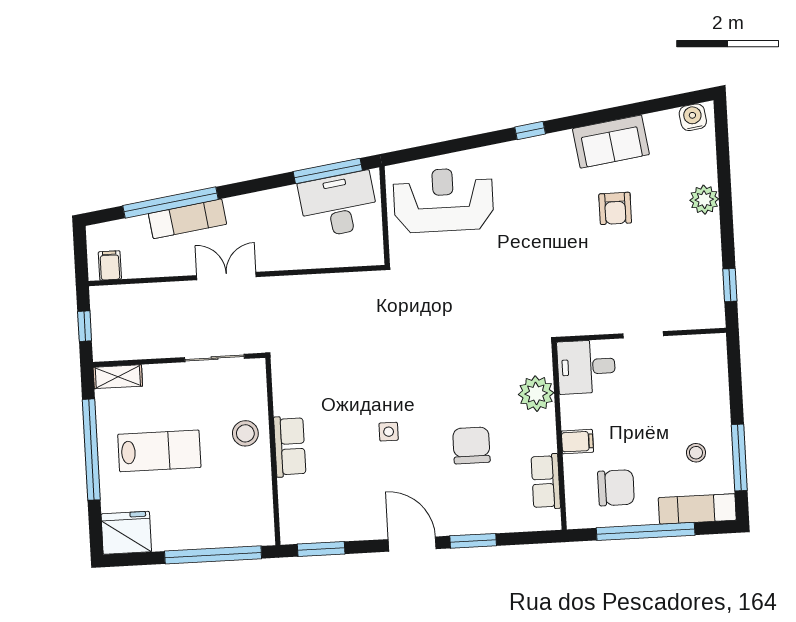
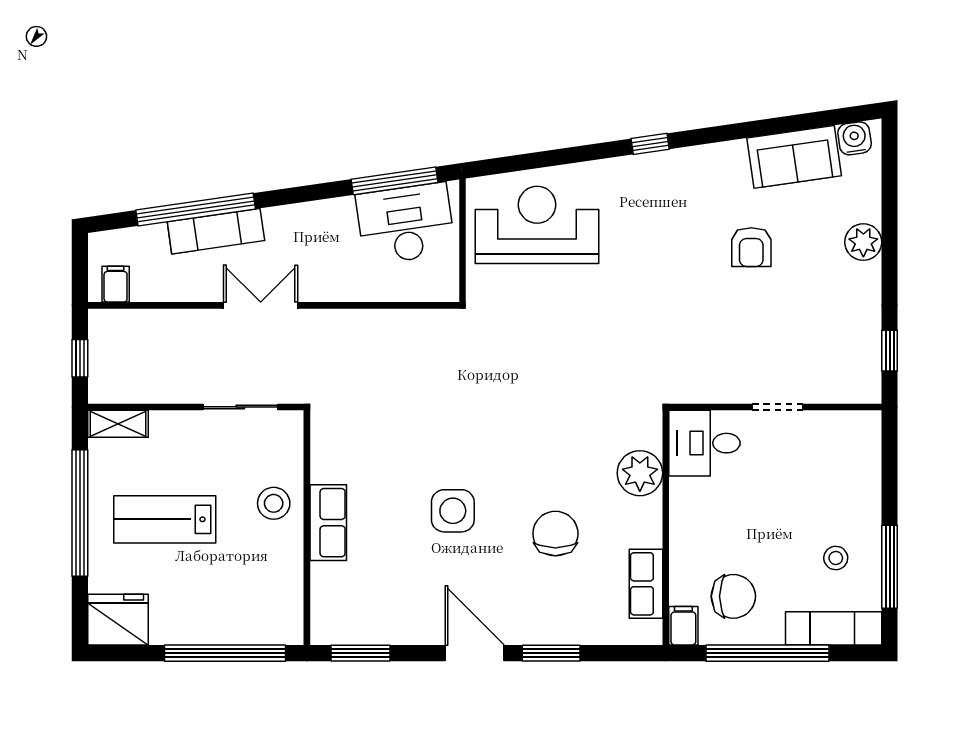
sofa: (611, 142) -> (794, 157), moved
side table: (389, 432) -> (453, 511), width x1.87, depth x1.87
filing cabinet: (577, 442) -> (683, 626), moved, turned -90
lab bench: (159, 451) -> (165, 519), turned 180

